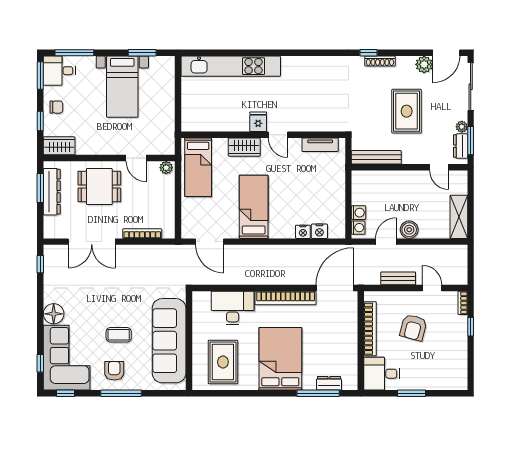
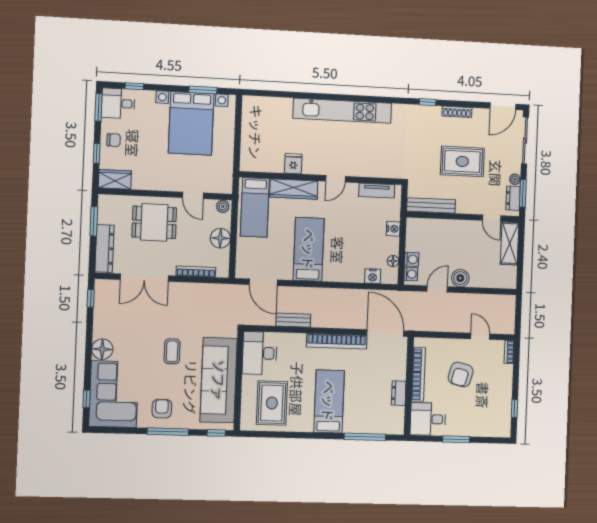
window: (74, 53) -> (134, 86), width x0.46
shoe rack: (380, 61) -> (457, 112), moved
plant: (424, 64) -> (481, 117), removed
kitchen unit: (231, 66) -> (342, 111), moved
bed with nightstands: (122, 87) -> (191, 123), width x1.36
rug: (407, 111) -> (462, 161), turned 90
fridge: (258, 122) -> (293, 164), moved
door: (278, 135) -> (336, 179), hinge flipped
wardrobe: (244, 147) -> (294, 189), width x1.50
dresser: (52, 192) -> (104, 249), moved
floor lamp: (165, 199) -> (220, 238), added
floor lamp: (340, 215) -> (393, 261), added
shelving: (459, 217) -> (510, 243), moved
nightstand: (303, 232) -> (393, 229), moved, turned -90
bench: (398, 278) -> (293, 320), moved
door: (335, 288) -> (385, 333), hinge flipped
desk: (233, 308) -> (260, 353), moved, turned -90
window: (471, 327) -> (514, 408), moved
coffee table: (119, 335) -> (172, 351), moved, turned 90
bed: (280, 359) -> (329, 401), width x0.67
dresser: (329, 383) -> (399, 393), moved, turned -90
window: (66, 393) -> (216, 433), moved

